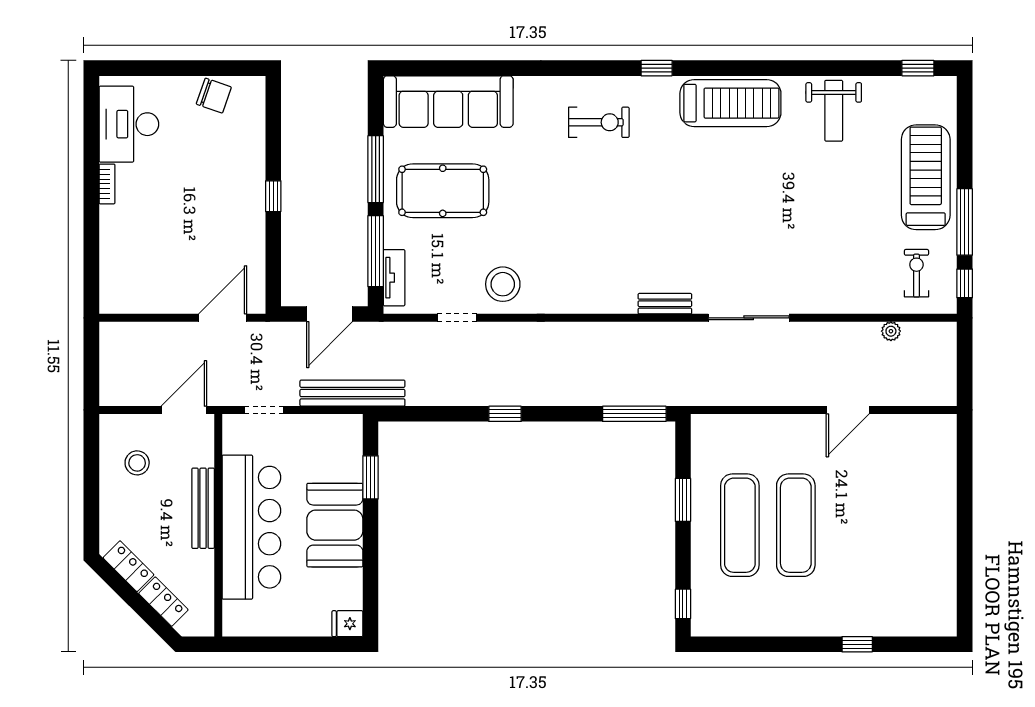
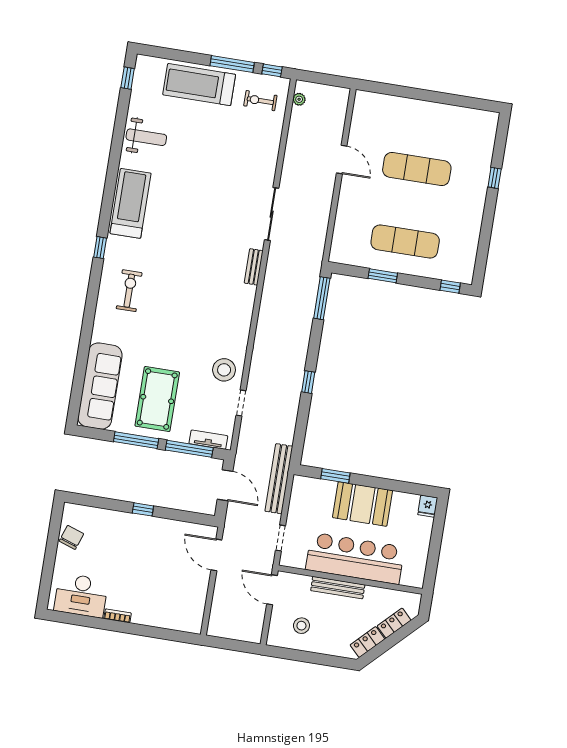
plant: (891, 331) -> (299, 99), moved
exercise mat: (796, 525) -> (417, 169), moved

